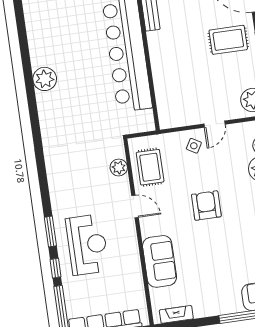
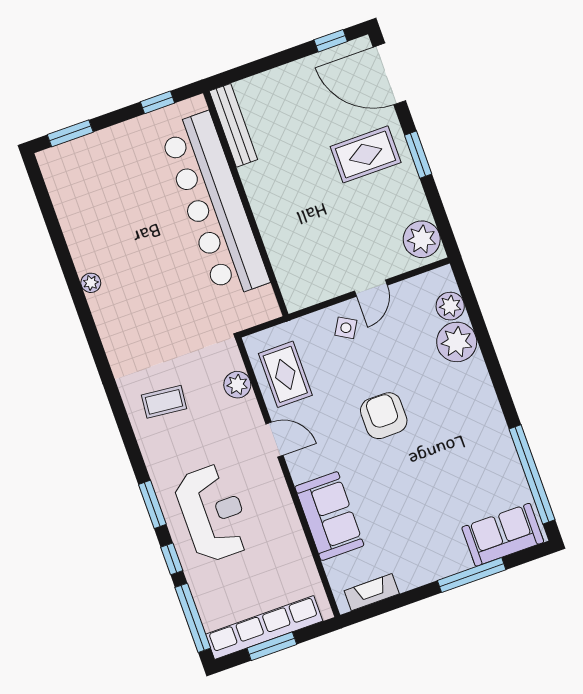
plant: (45, 79) -> (91, 283), width x0.53, depth x0.53
coffee table: (71, 169) -> (164, 402), added

